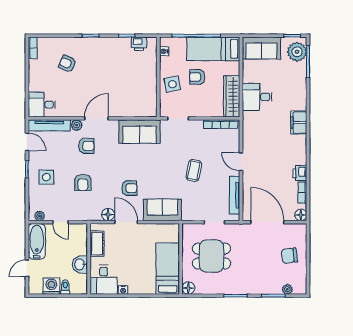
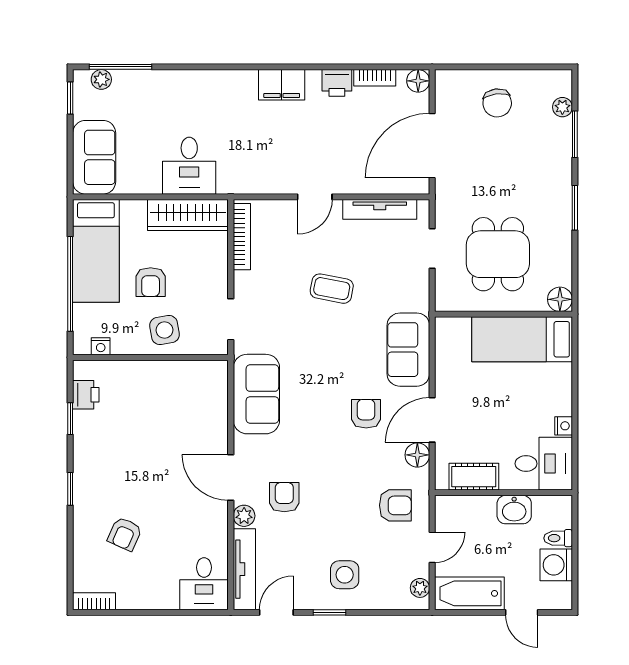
plant: (297, 52) -> (101, 79), width x0.53, depth x0.53
filing cabinet: (299, 123) -> (282, 85), moved
armchair: (83, 182) -> (395, 505), moved

